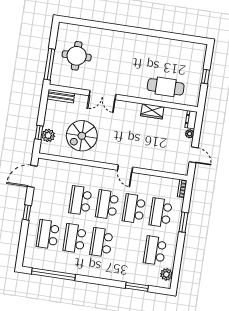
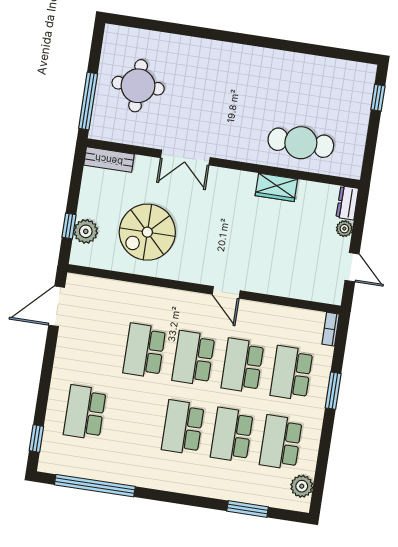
window: (206, 77) -> (378, 98), moved
window: (27, 213) -> (36, 439), moved
school desk: (75, 238) -> (232, 435), moved

